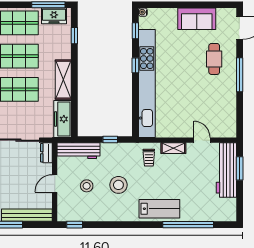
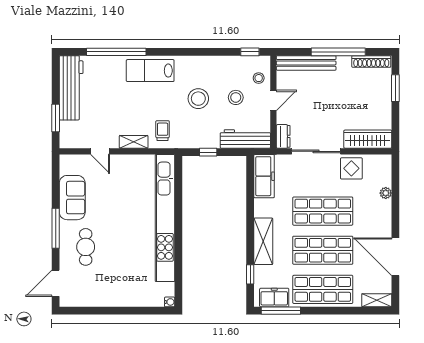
sofa: (197, 19) -> (72, 198), moved, turned 90
window: (135, 31) -> (178, 280), removed
window: (135, 65) -> (178, 239), removed
shelving: (63, 80) -> (263, 241), moved
workbench: (226, 170) -> (71, 88), moved
stool: (67, 202) -> (259, 78), added

